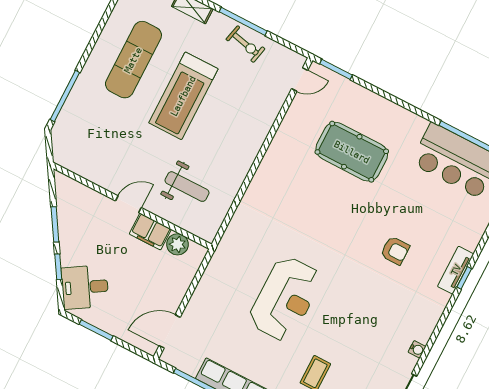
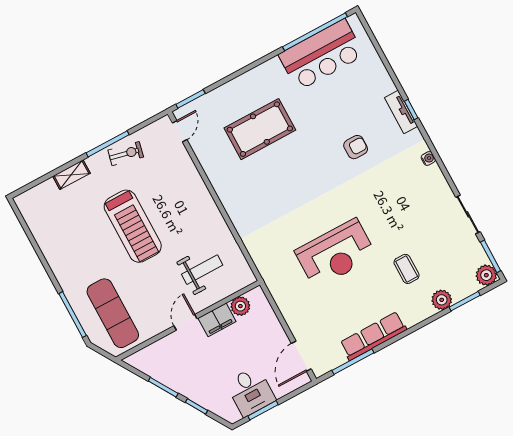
exercise mat: (133, 60) -> (113, 313), moved
desk: (85, 287) -> (251, 391), moved, turned -58
reception desk: (285, 299) -> (336, 253), turned 90
water cooler: (417, 349) -> (428, 158), moved

